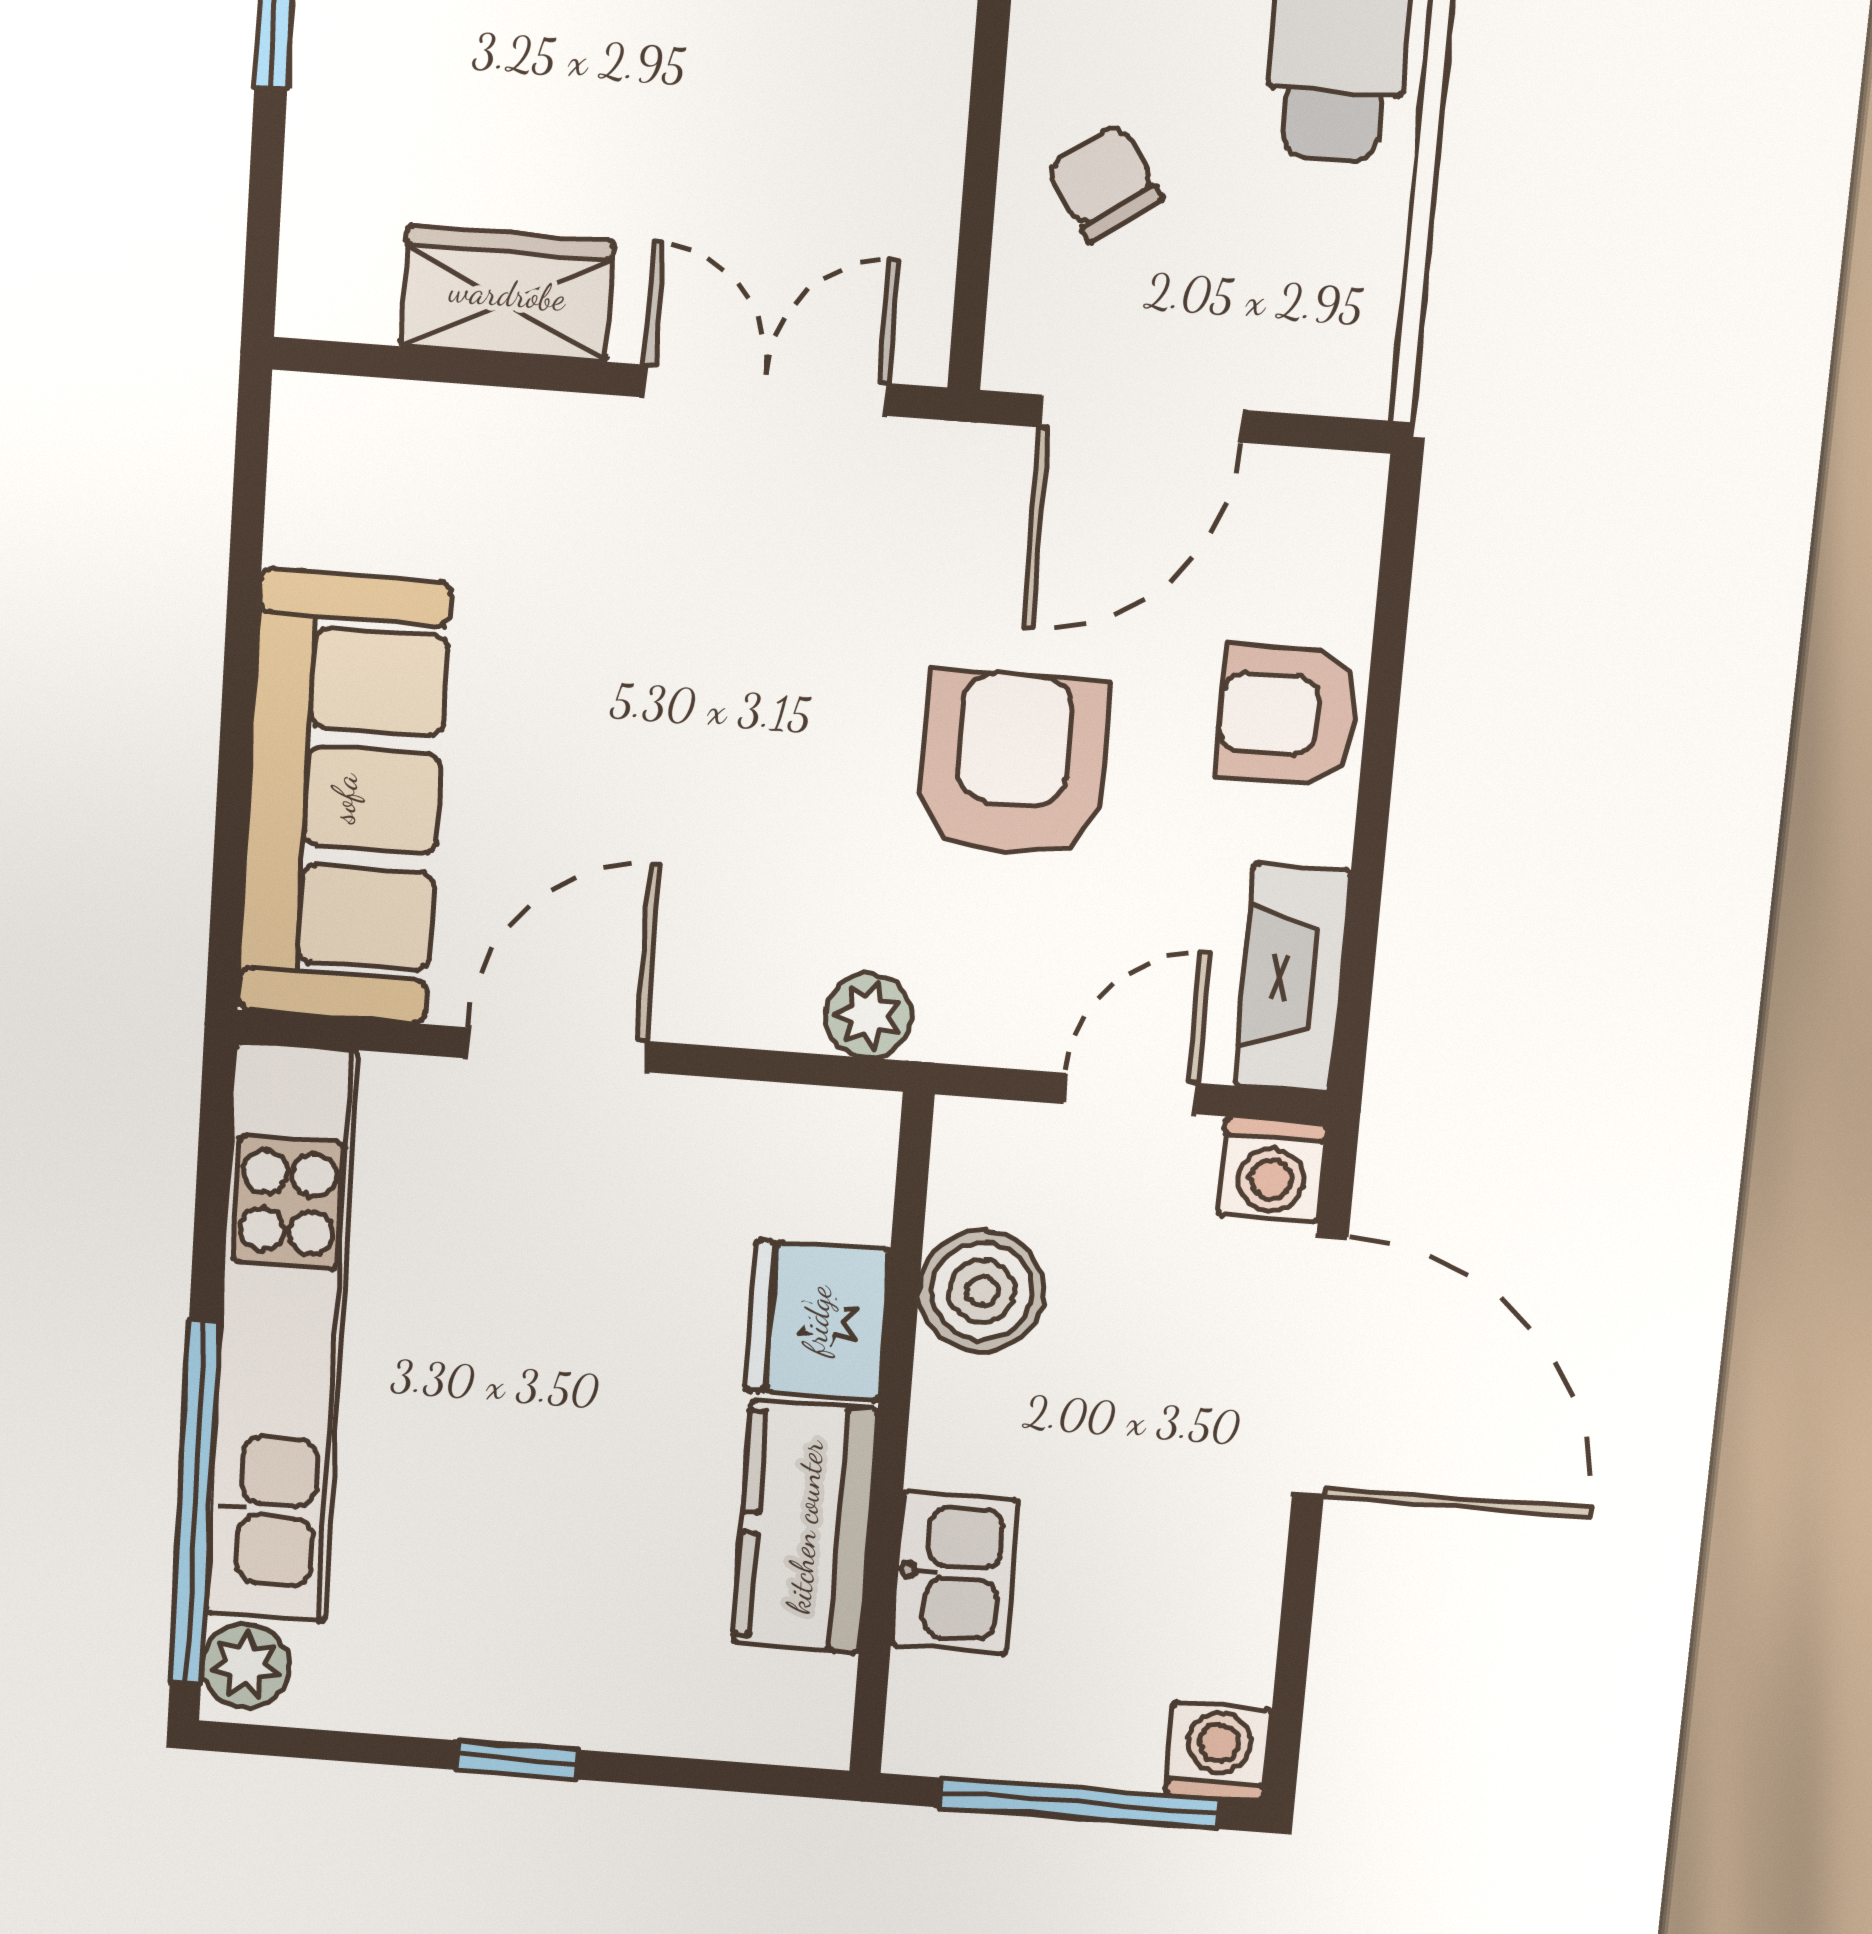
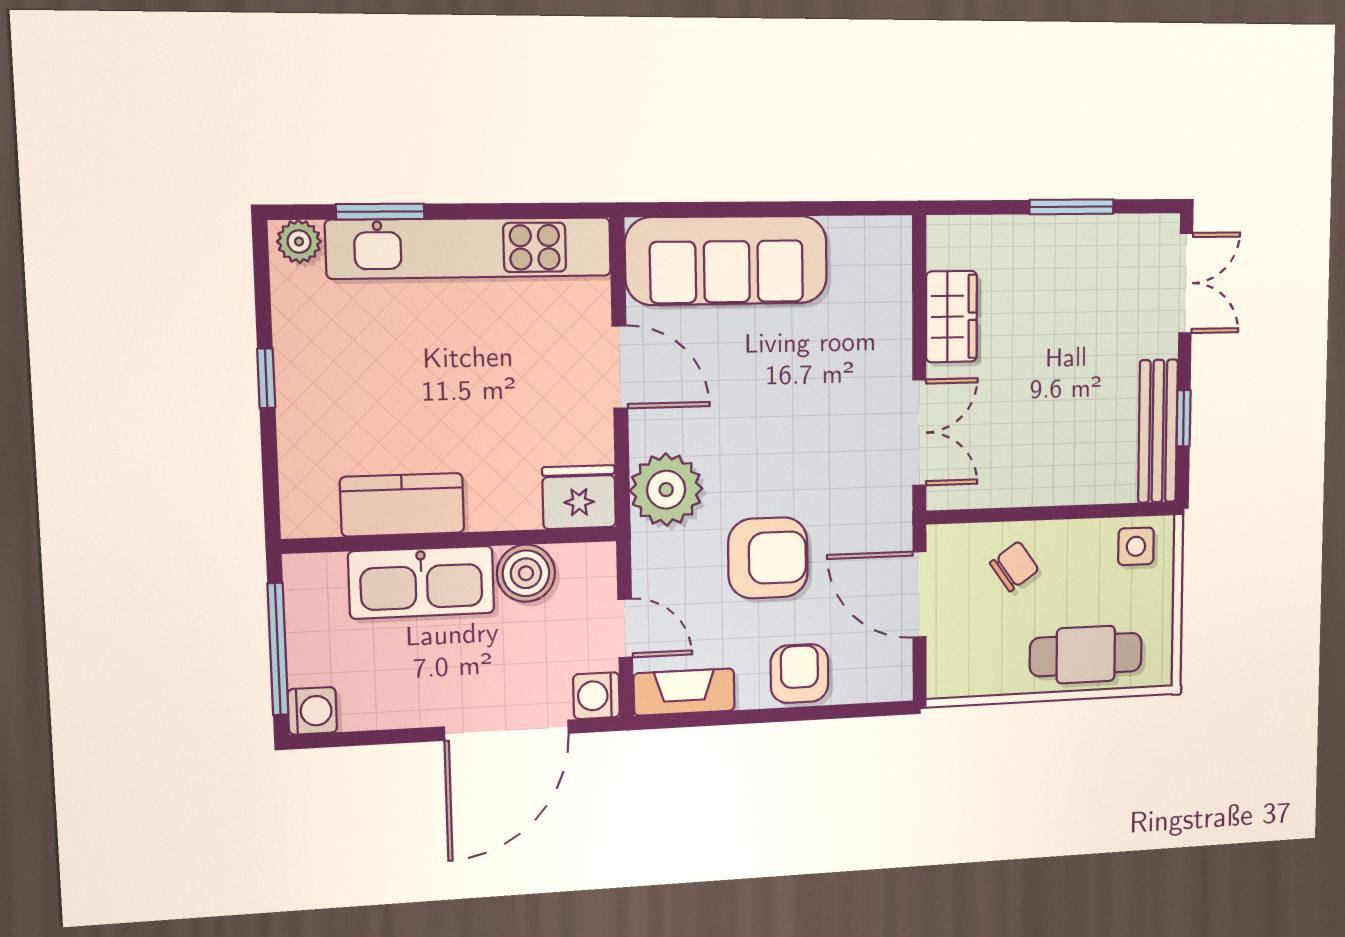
plant: (868, 1015) -> (666, 490), width x1.88, depth x1.88
fridge: (817, 1320) -> (579, 497), moved
window: (195, 1503) -> (380, 212), width x0.47
kitchen sink: (955, 1573) -> (421, 582), width x1.87, depth x1.24

